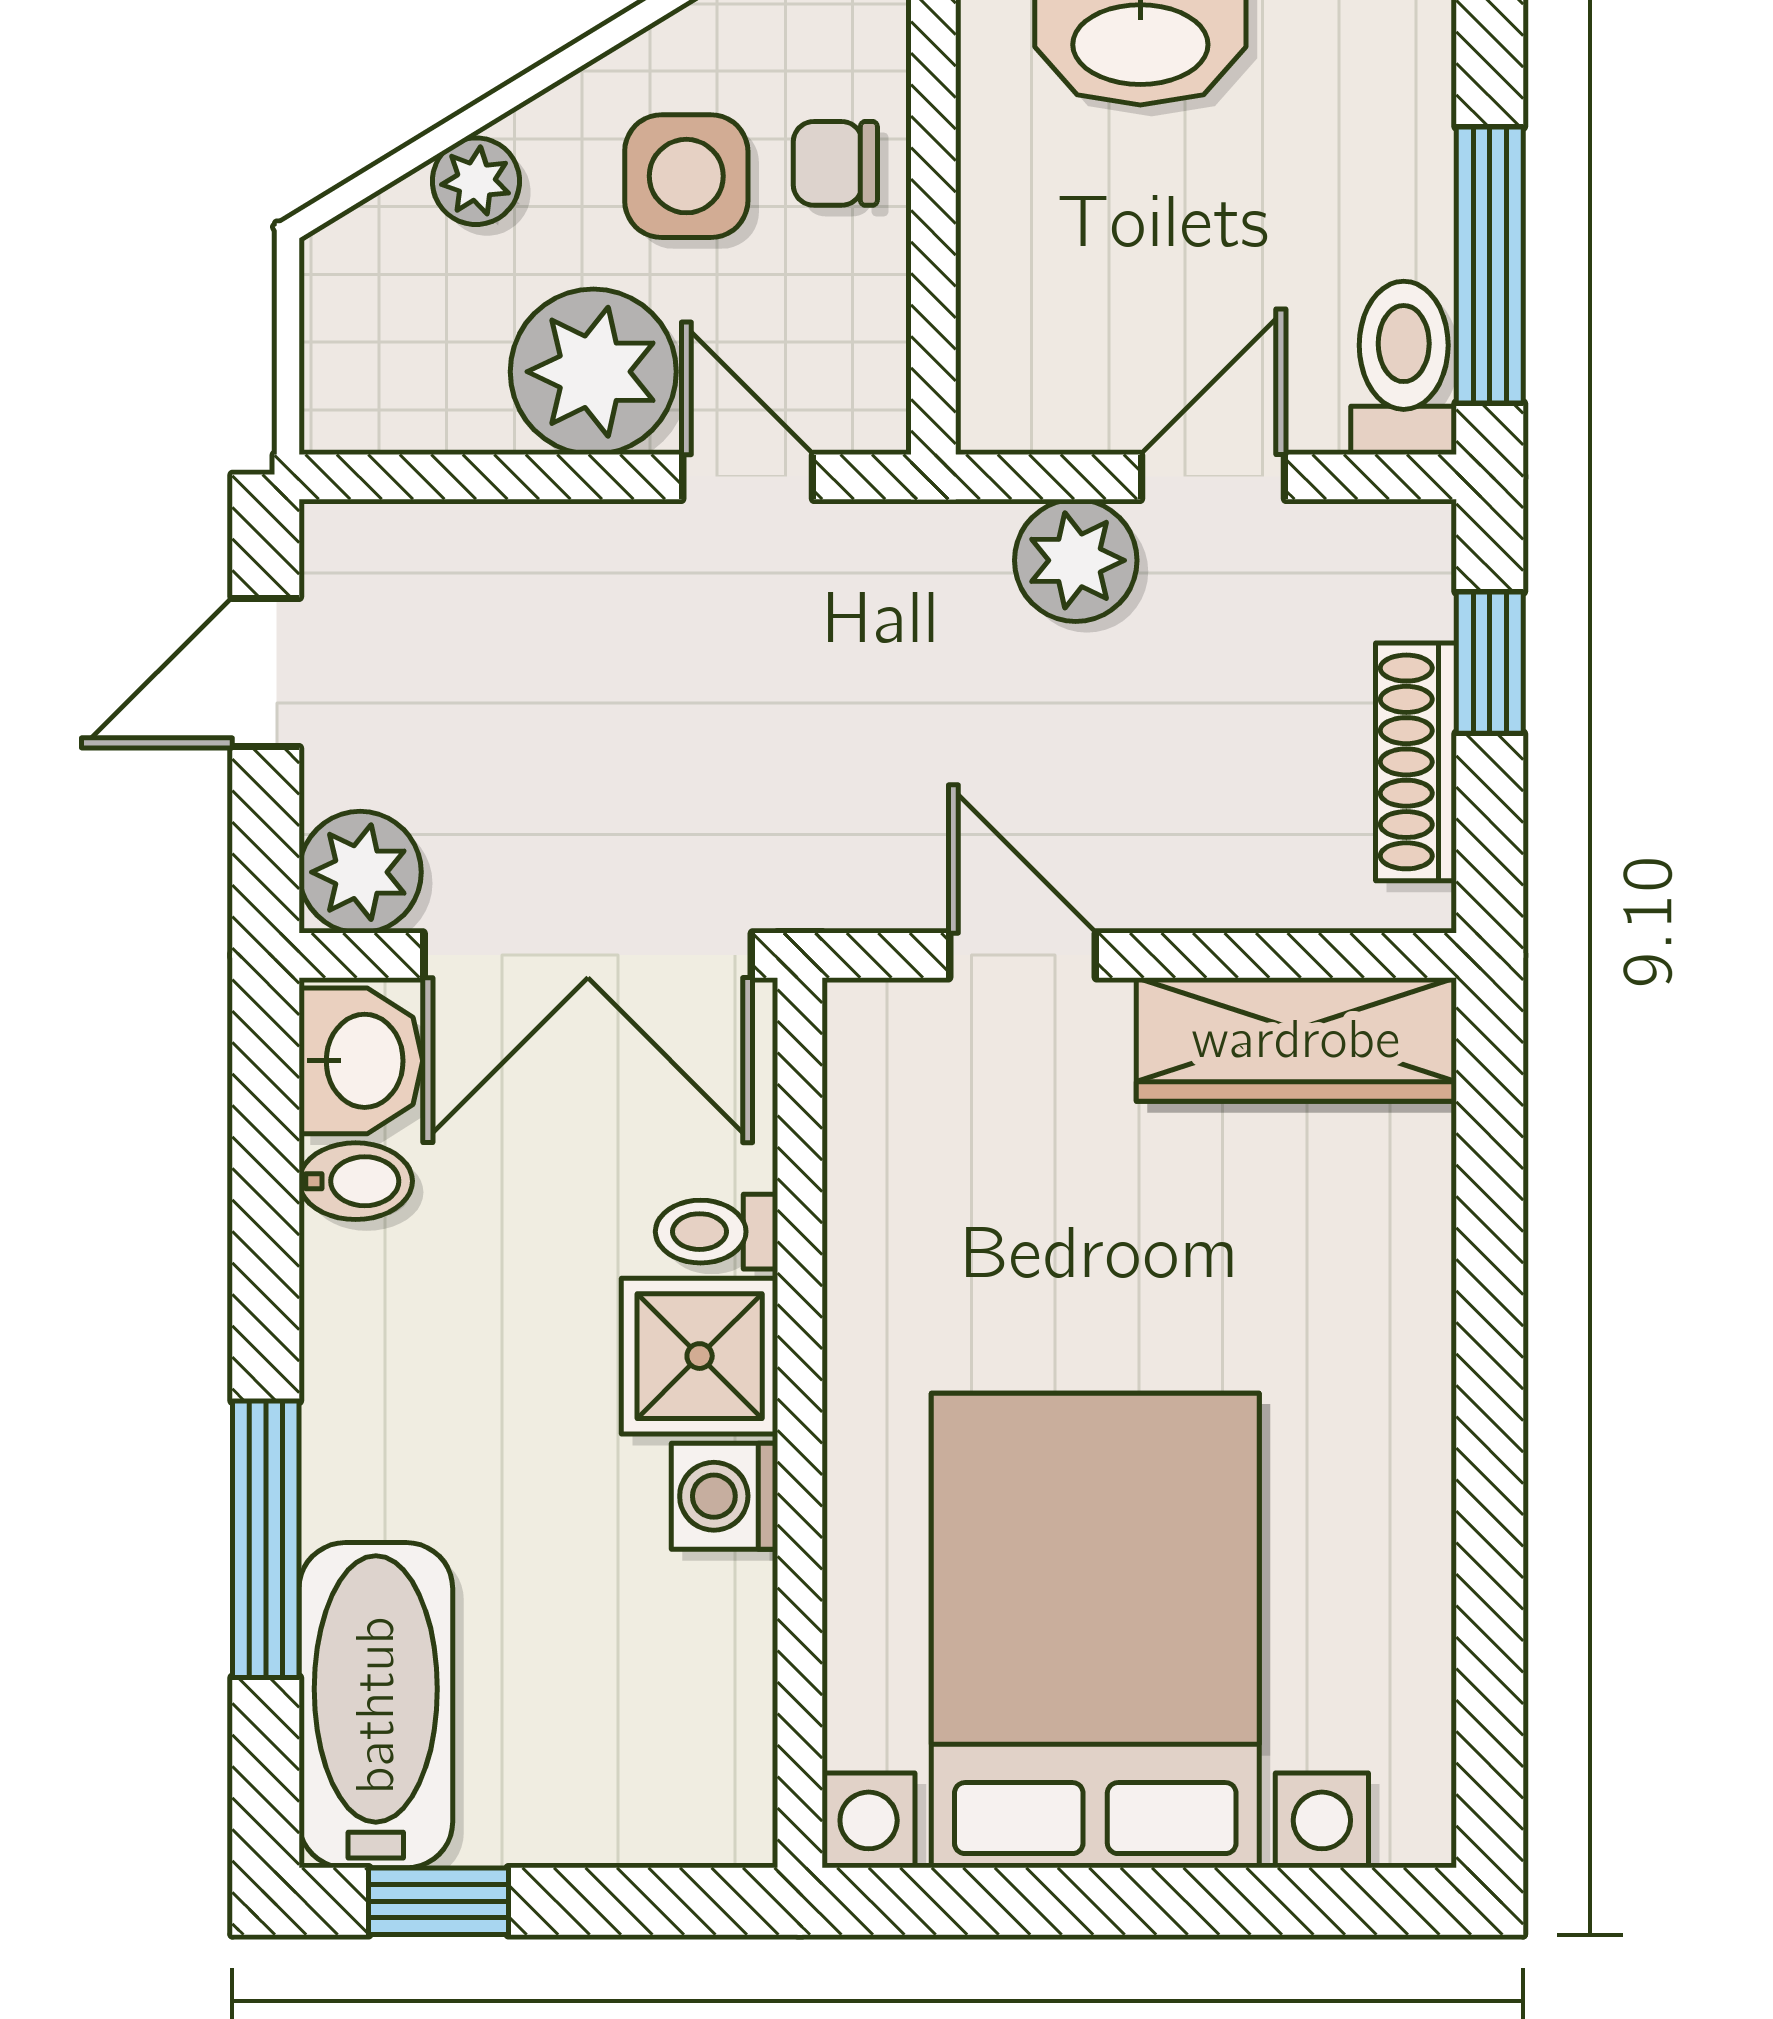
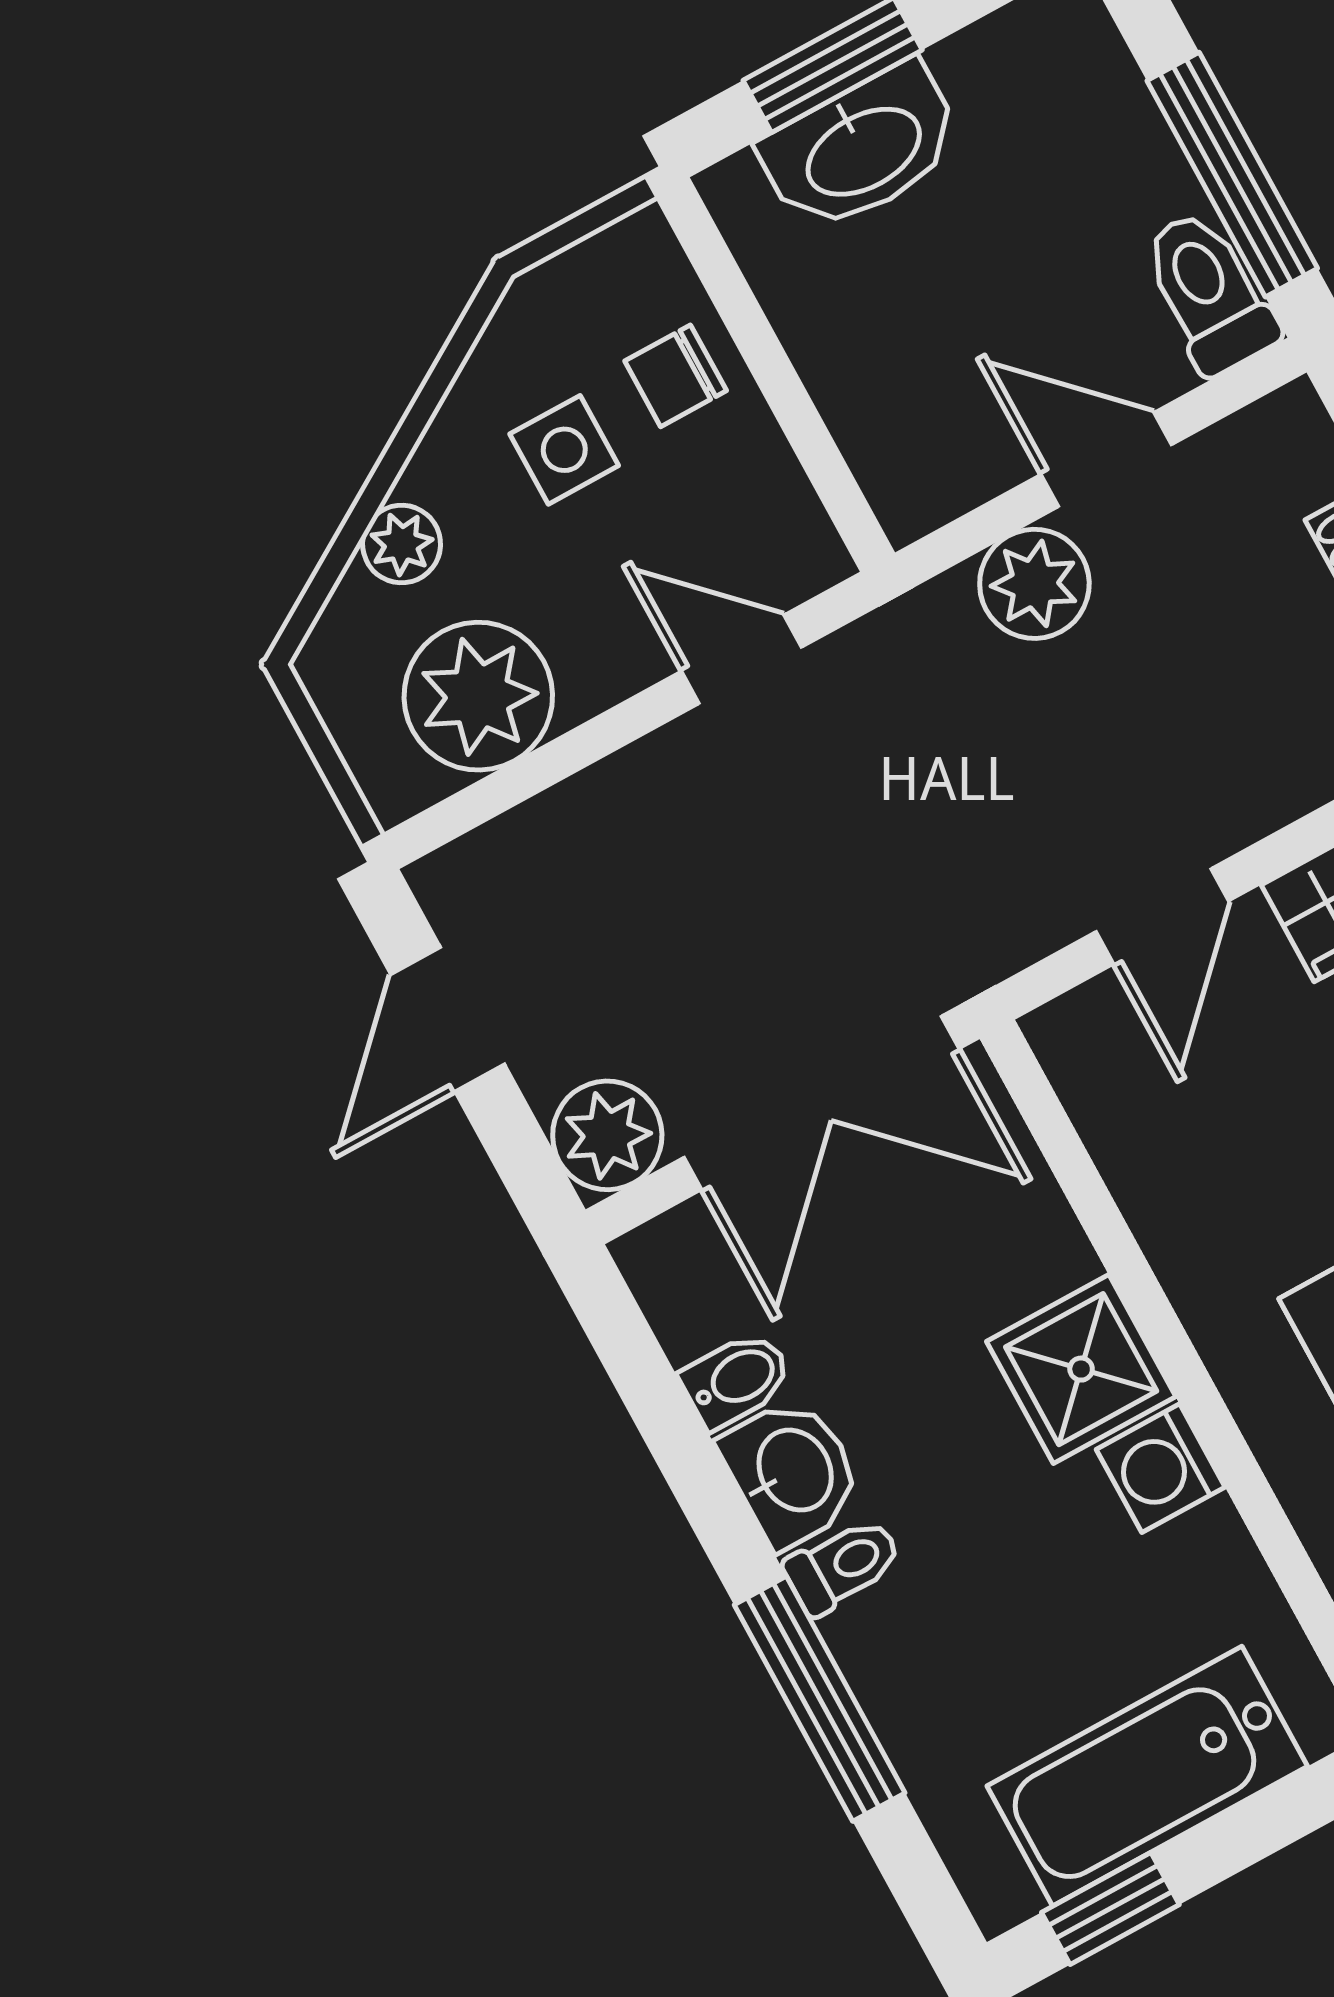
side table: (686, 176) -> (564, 450), width x0.73, depth x0.73
plant: (593, 372) -> (478, 696), moved
door: (1213, 477) -> (1106, 460), hinge flipped
door: (1023, 955) -> (1162, 916), swing flipped
washbasin: (361, 1061) -> (792, 1472), moved
toilet: (717, 1232) -> (843, 1566), moved, turned 180
bathtub: (376, 1705) -> (1147, 1776), moved, turned -90

